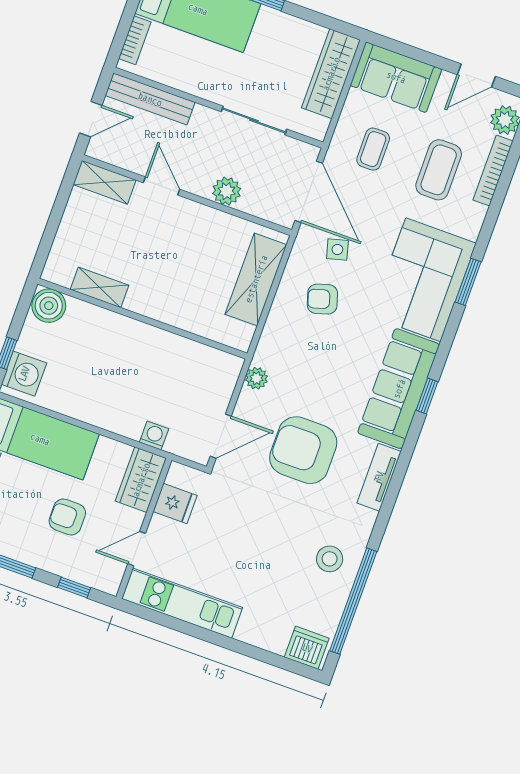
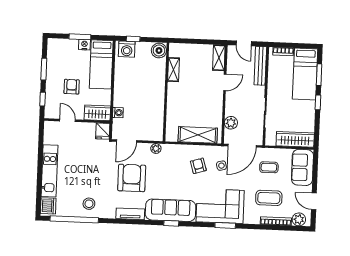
plant: (227, 191) -> (231, 123), moved
door: (221, 436) -> (126, 141), hinge flipped
fridge: (175, 503) -> (103, 131), moved
kitchen unit: (182, 603) -> (49, 171), moved

